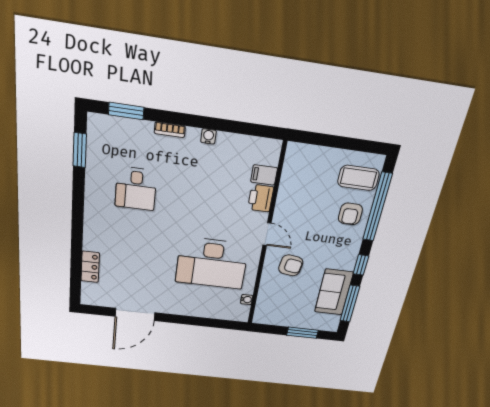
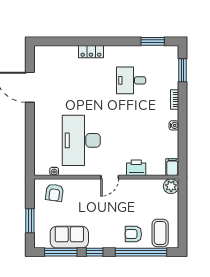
plant: (296, 153) -> (171, 186), added
filing cabinet: (264, 175) -> (172, 167), moved
armchair: (291, 265) -> (55, 193), moved
locker: (90, 267) -> (91, 52), moved

